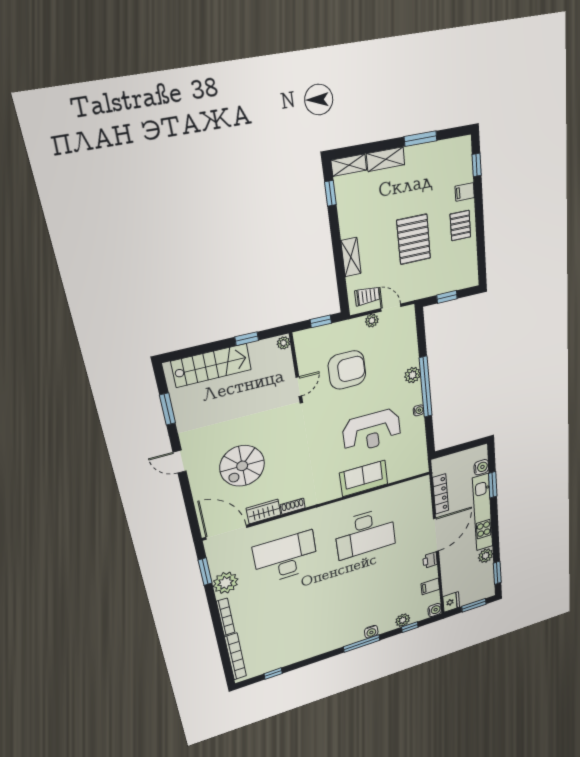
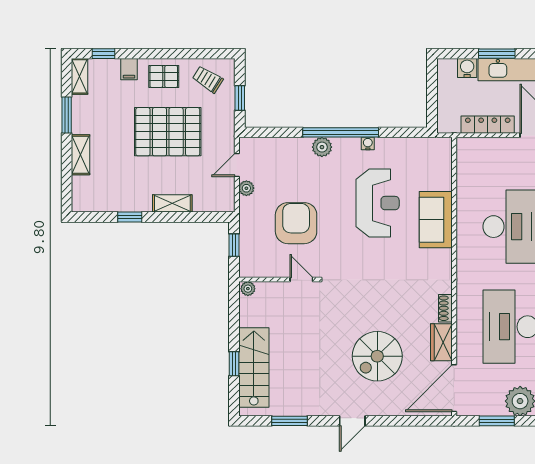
shelving: (349, 165) -> (80, 76), moved
window: (330, 193) -> (130, 217), moved
pallet: (414, 239) -> (168, 132), width x1.37, depth x1.41
trolley: (367, 296) -> (208, 79), moved, turned -58
window: (247, 339) -> (234, 364), moved
spiral stairs: (242, 466) -> (377, 356), turned 90

